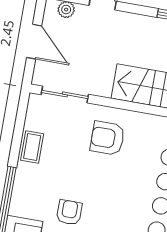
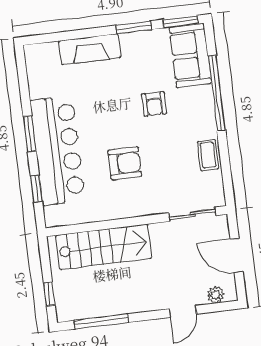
armchair: (107, 138) -> (125, 163), moved

